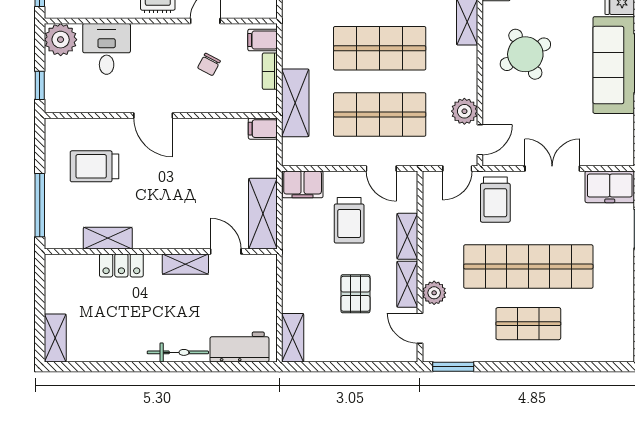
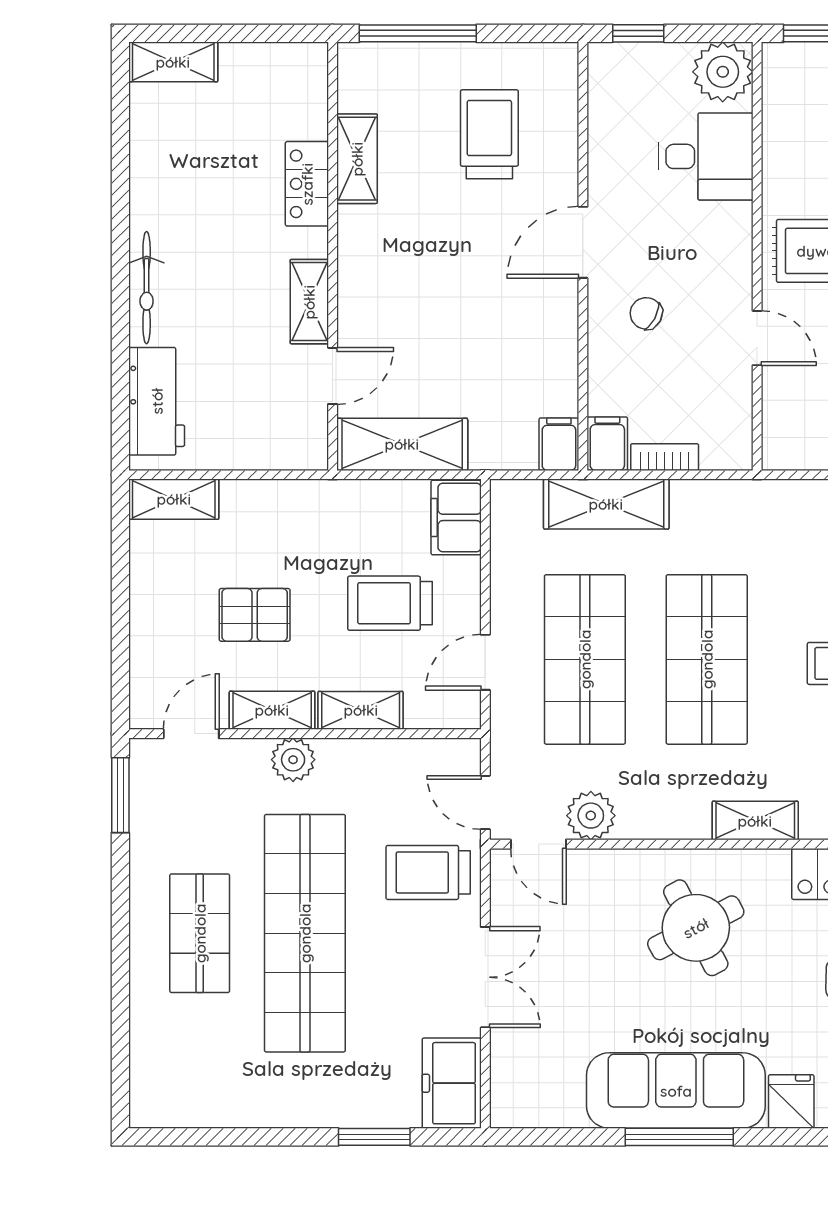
filing cabinet: (262, 40) -> (607, 444), moved
chair: (209, 64) -> (646, 313), moved
plant: (434, 293) -> (293, 760), moved

